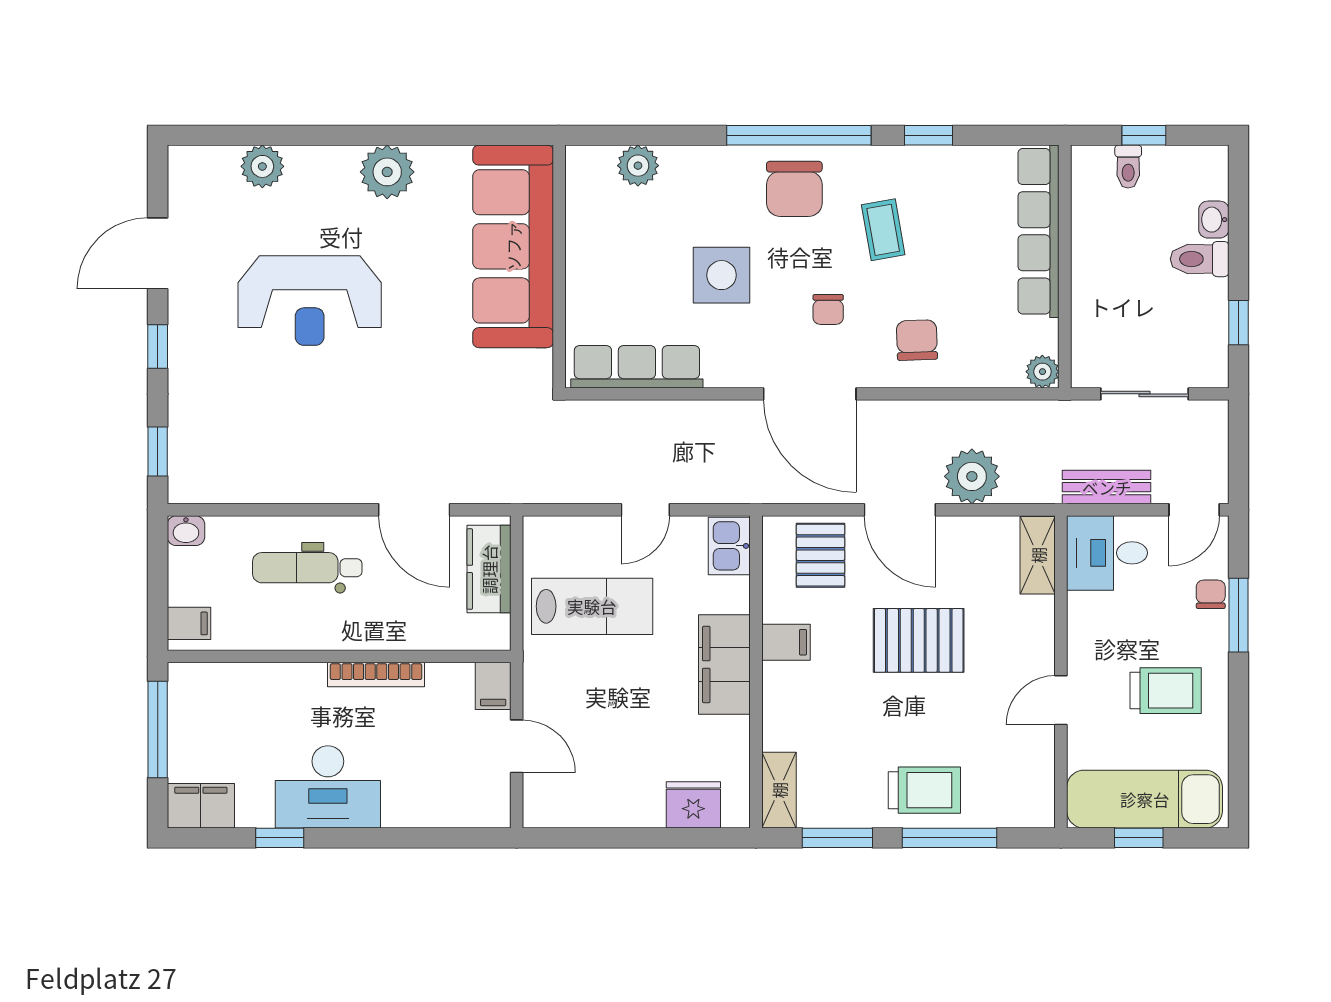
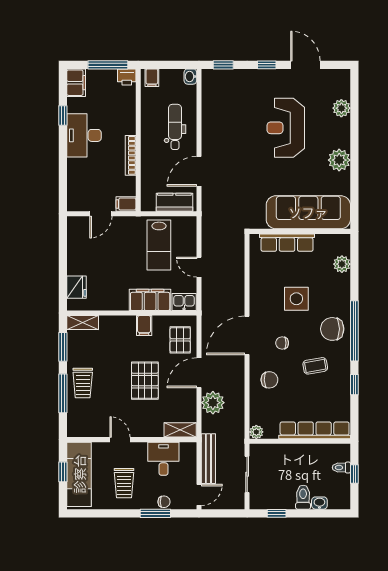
row of seats: (637, 367) -> (287, 243), moved, turned 90
bench: (1107, 487) -> (208, 459), width x1.36
door: (1194, 510) -> (199, 495), swing flipped
desk: (1107, 553) -> (163, 459), moved
pallet: (821, 555) -> (180, 340), turned 90
filing cabinet: (724, 665) -> (150, 300), moved
printer: (187, 684) -> (127, 77), added

